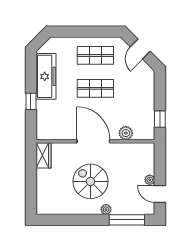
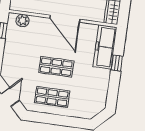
freezer: (46, 76) -> (105, 47), moved
plant: (126, 133) -> (23, 20), moved

